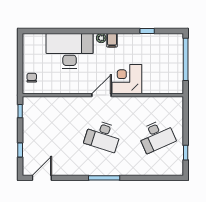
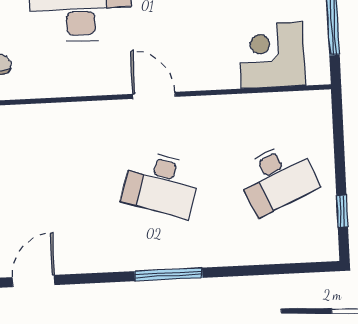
corner desk: (127, 79) -> (272, 55), moved
door: (102, 95) -> (154, 95), hinge flipped

